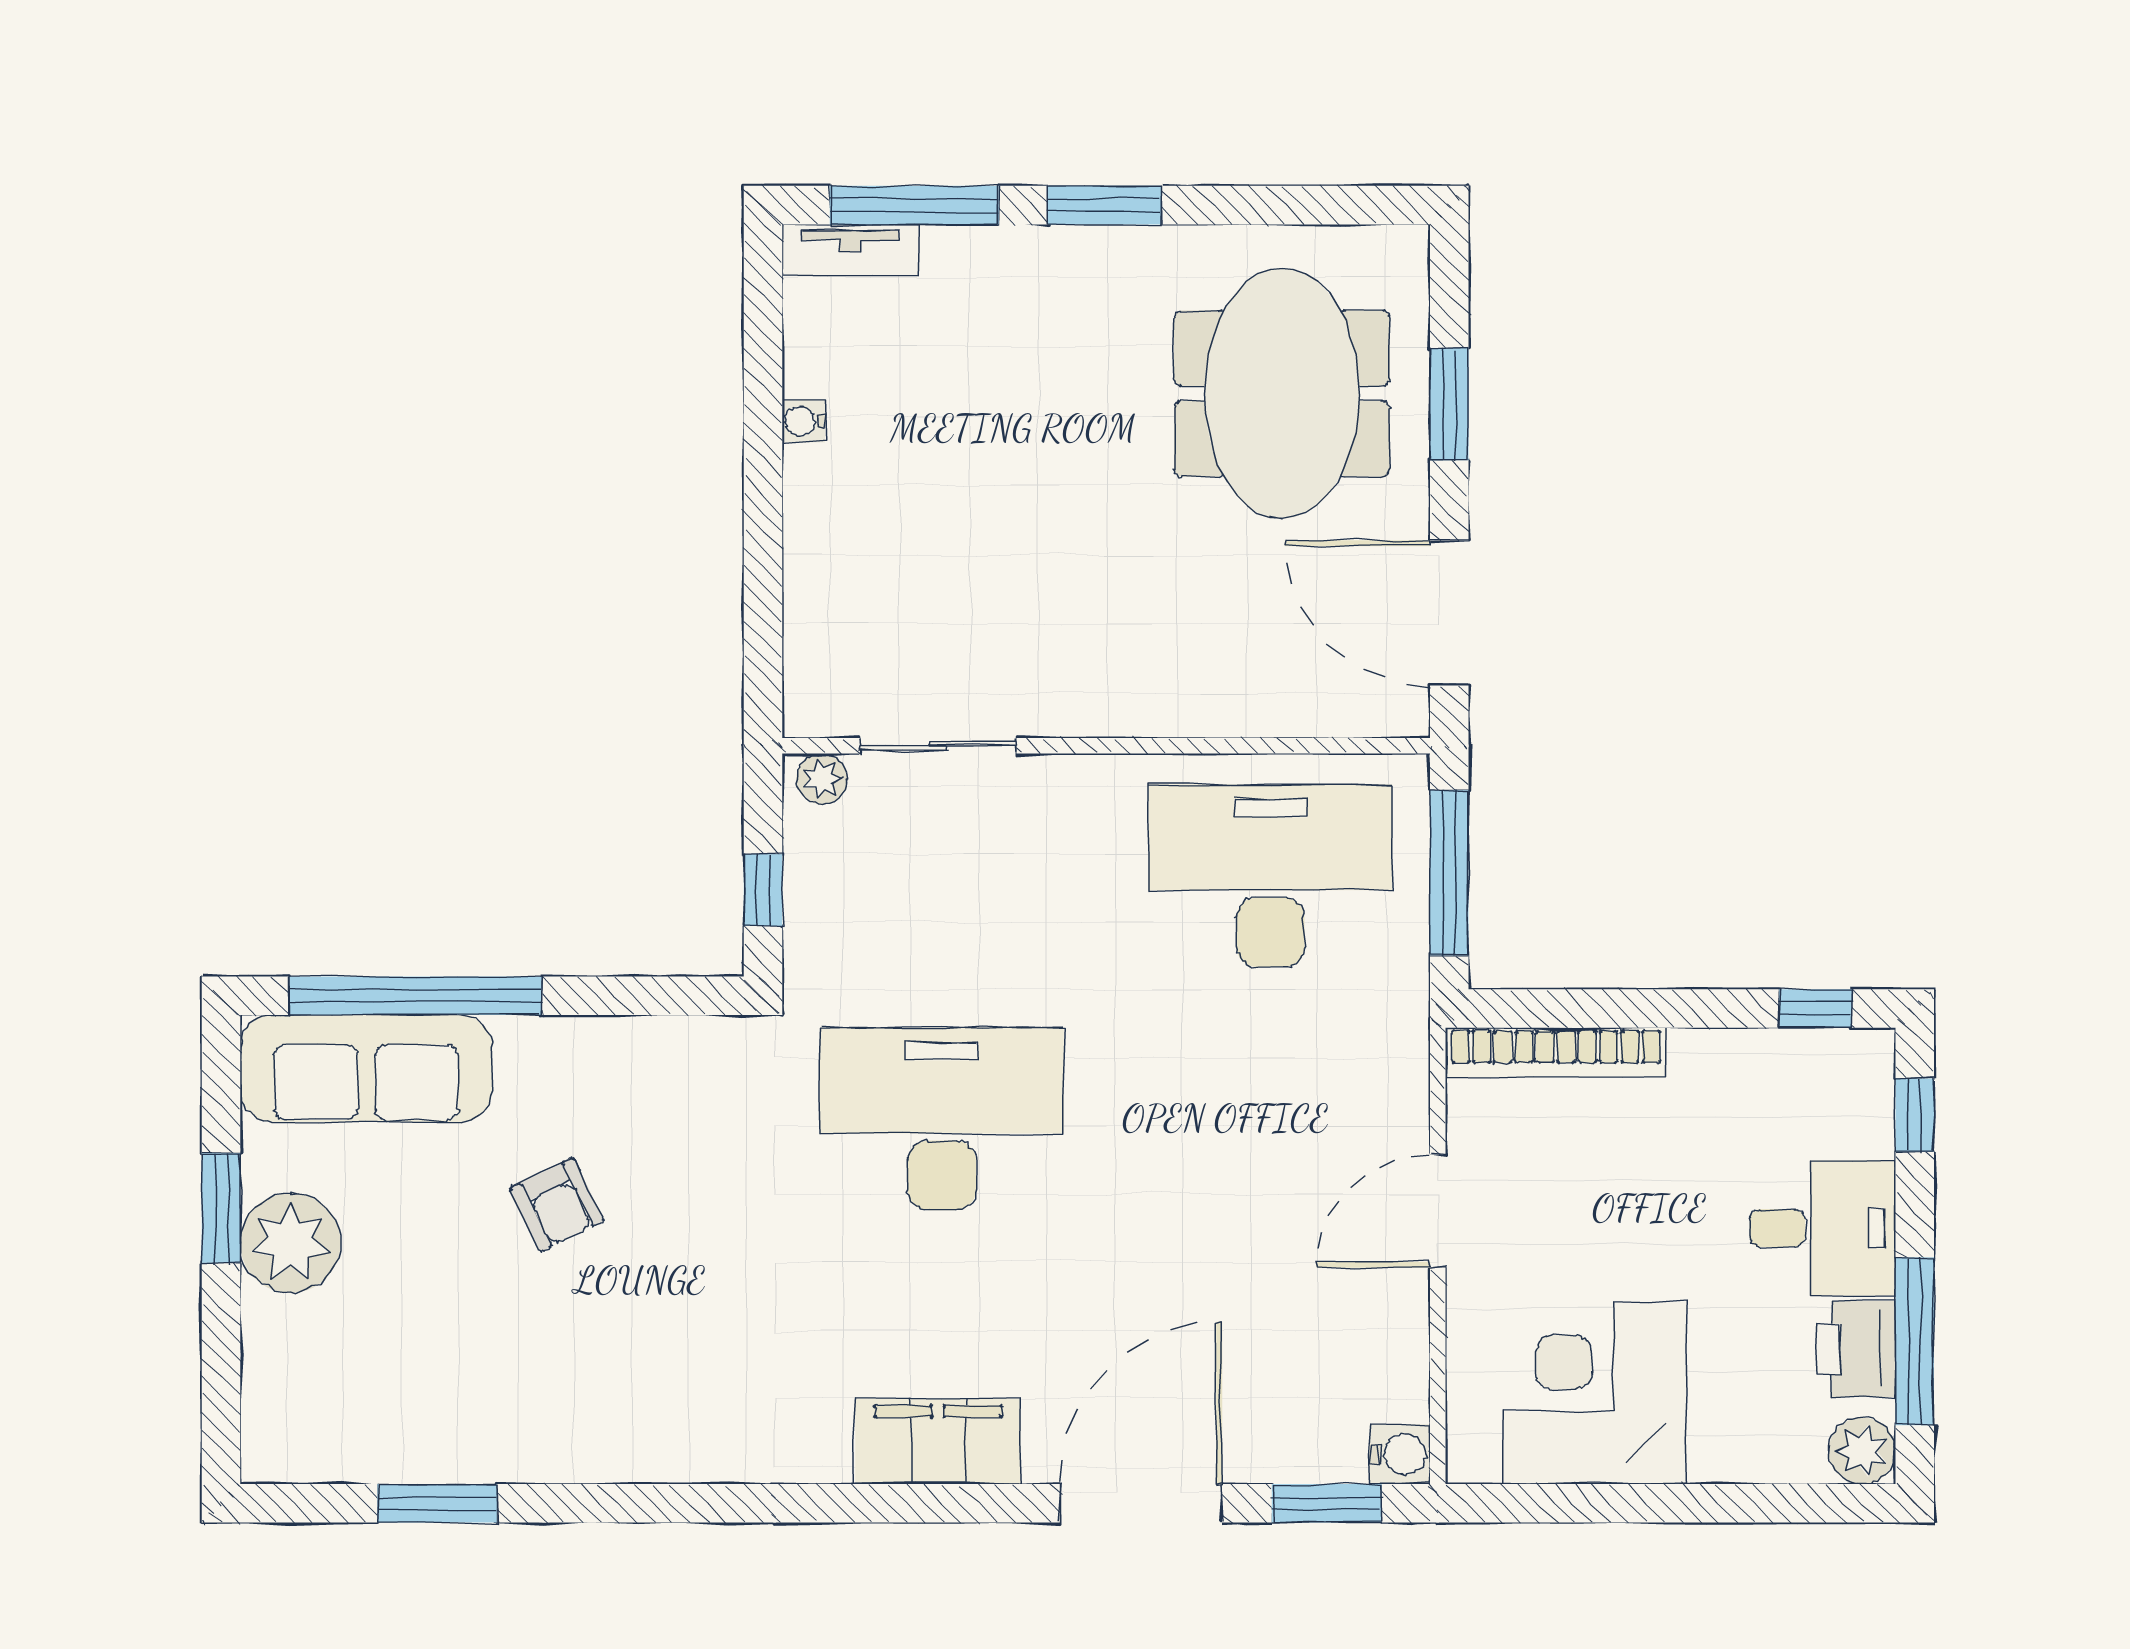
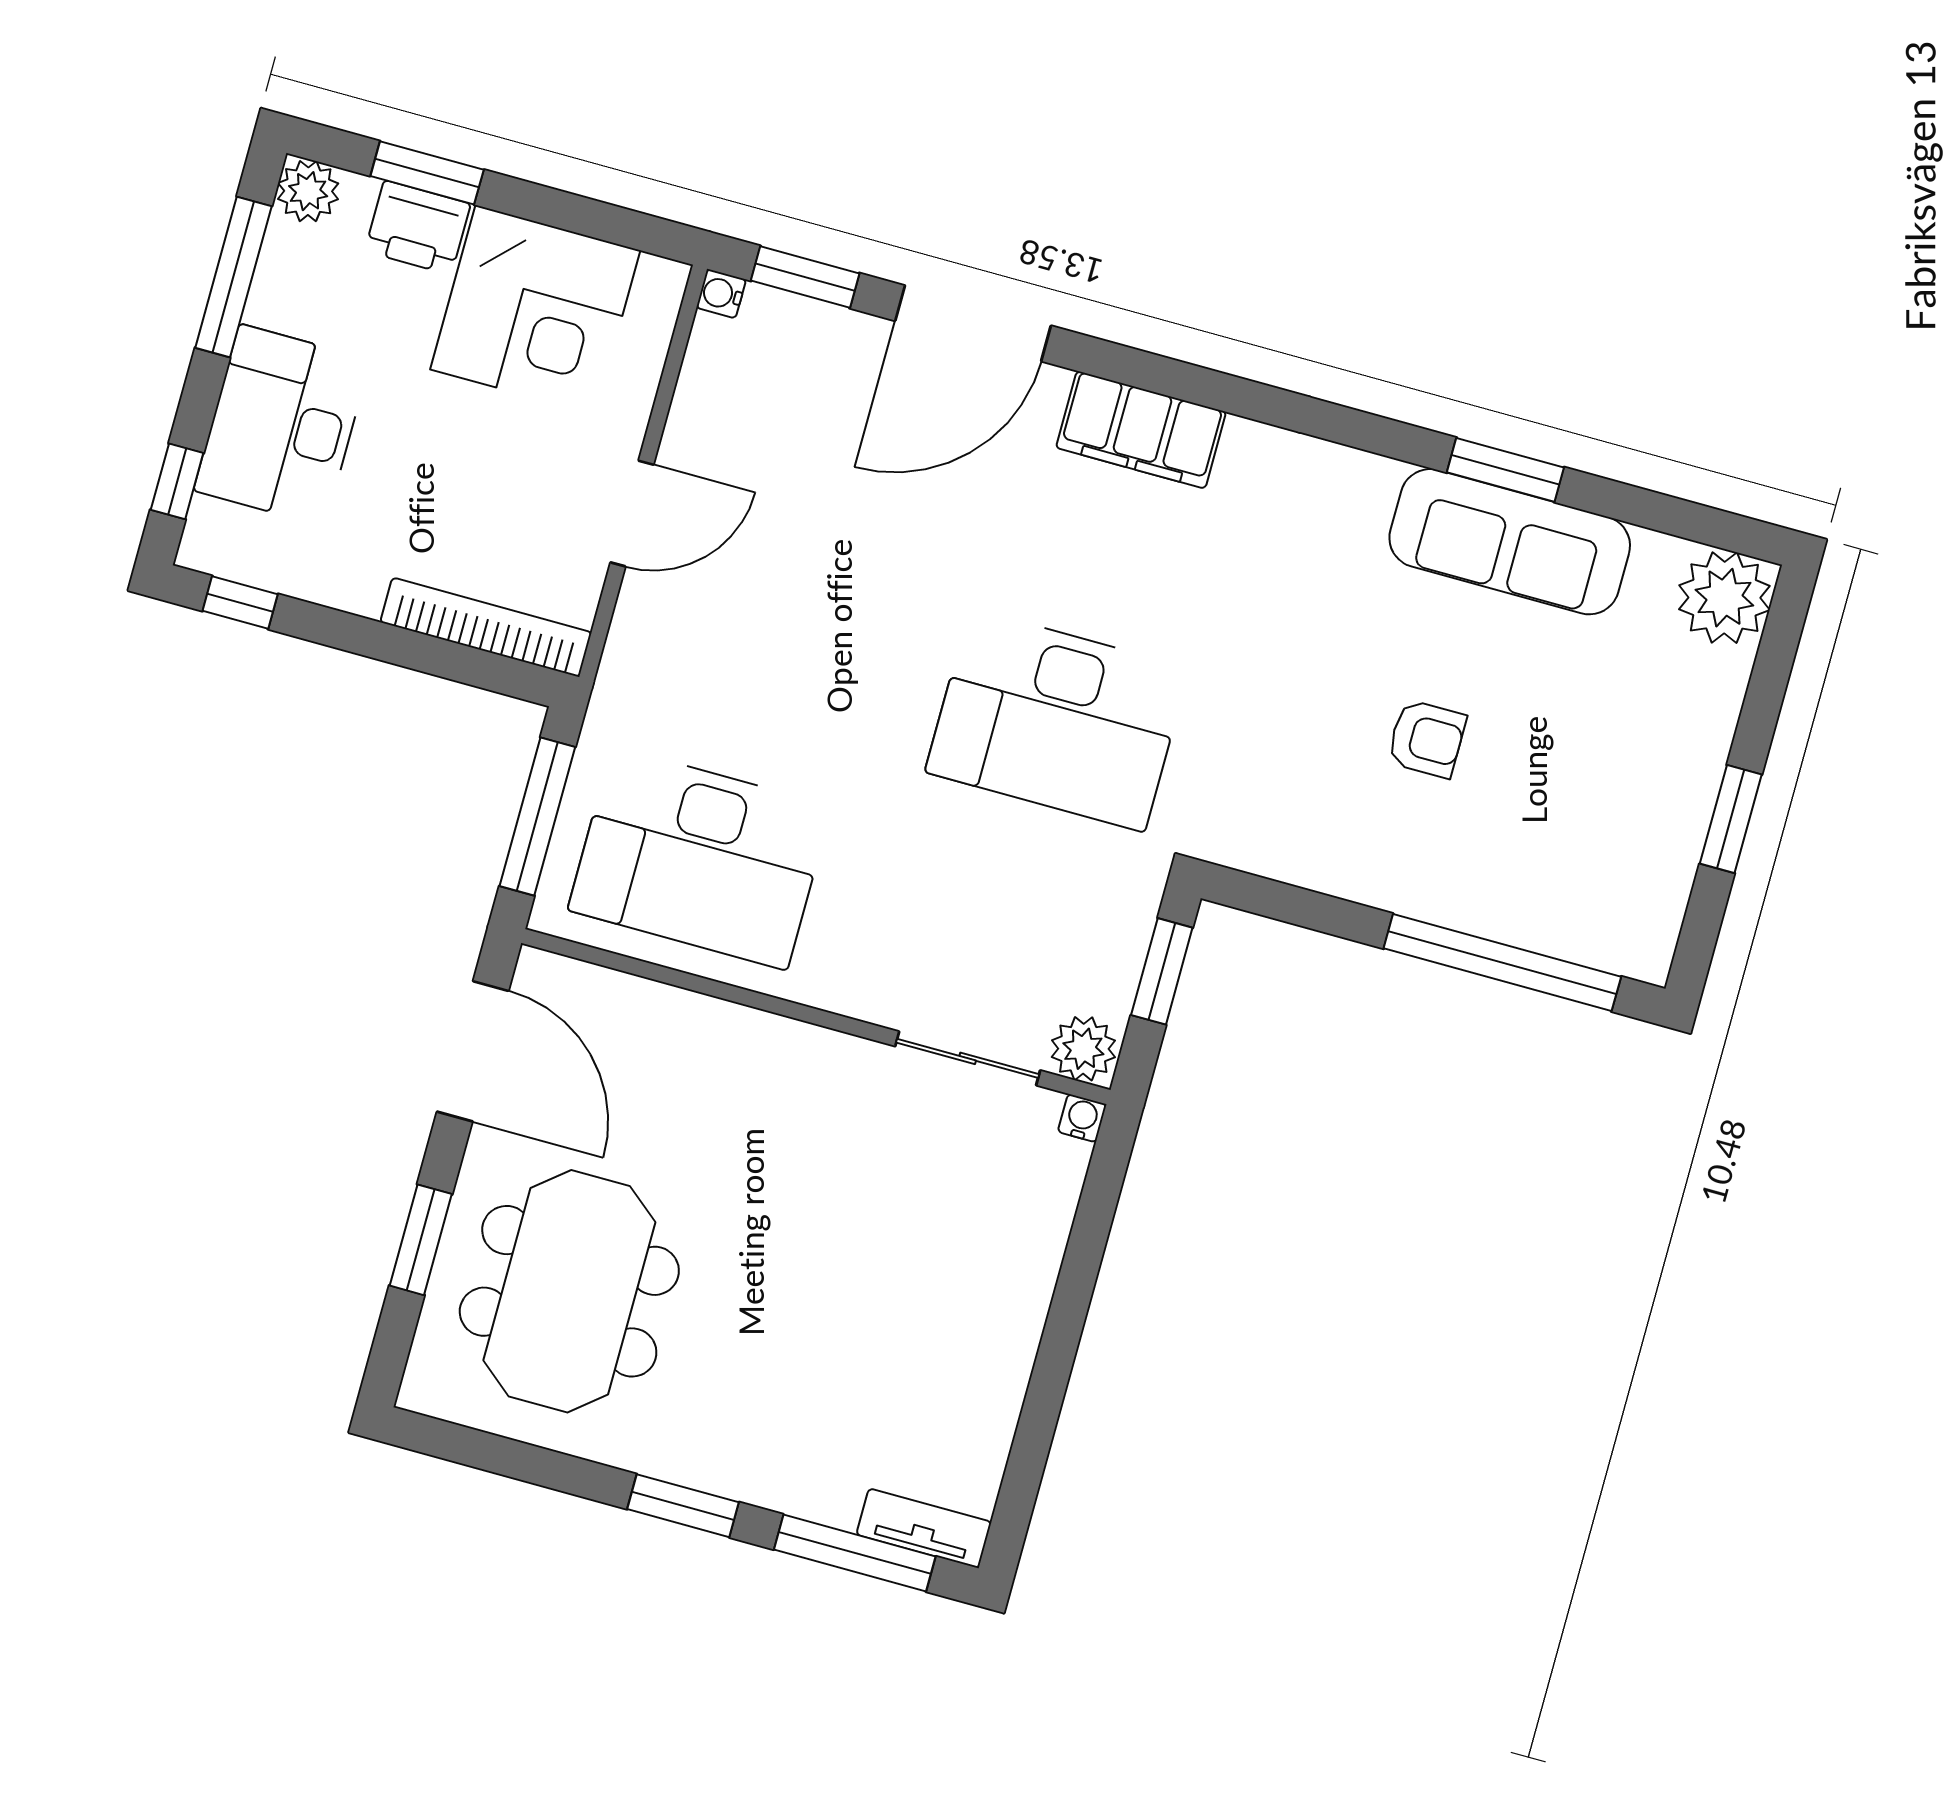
water cooler: (804, 421) -> (1082, 1118), moved, turned -90
plant: (822, 779) -> (1083, 1049), width x1.38, depth x1.38
window: (763, 890) -> (1162, 971), width x1.50
sofa: (366, 1068) -> (1510, 542), moved, turned 180
armchair: (557, 1205) -> (1427, 739), turned 116
desk: (1823, 1228) -> (282, 425), width x1.37
plant: (290, 1243) -> (1724, 598), moved
printer: (1856, 1349) -> (418, 228), moved, turned 90
water cooler: (1400, 1454) -> (721, 294), width x0.72, depth x0.72
window: (437, 1503) -> (1505, 470), moved
window: (1745, 1503) -> (427, 173), added

